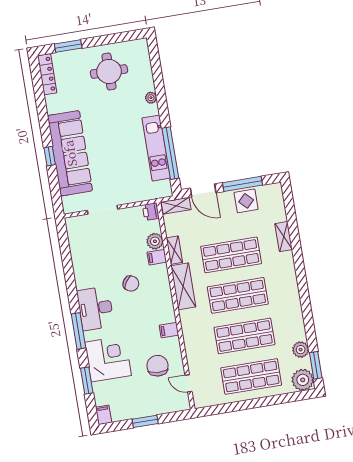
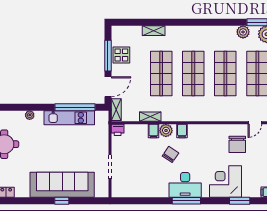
plant: (155, 241) -> (166, 130), moved
shelving: (183, 286) -> (179, 114), removed
filing cabinet: (169, 330) -> (182, 131), moved
window: (79, 331) -> (186, 201), moved
chair: (157, 366) -> (237, 144), turned -94

